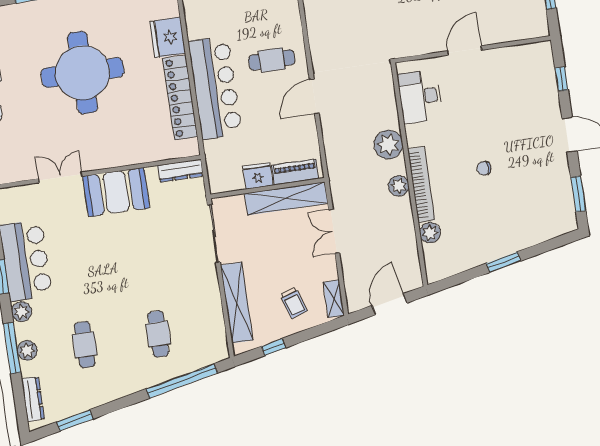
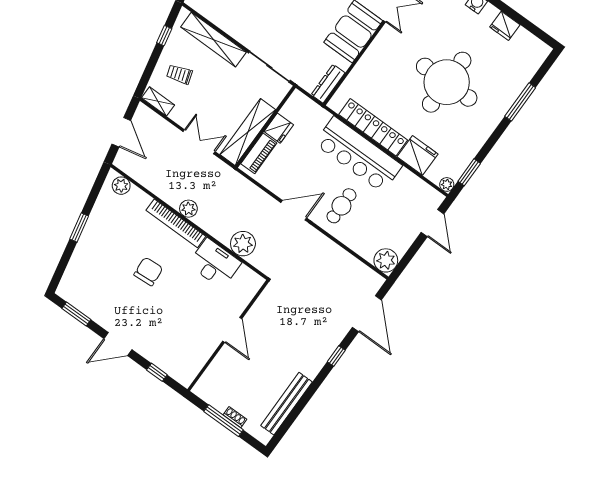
door: (314, 96) -> (294, 210), hinge flipped
desk: (420, 97) -> (215, 263), moved
plant: (388, 145) -> (243, 244), moved
chair: (484, 168) -> (148, 271), width x1.87, depth x1.87
plant: (430, 233) -> (121, 186), moved

